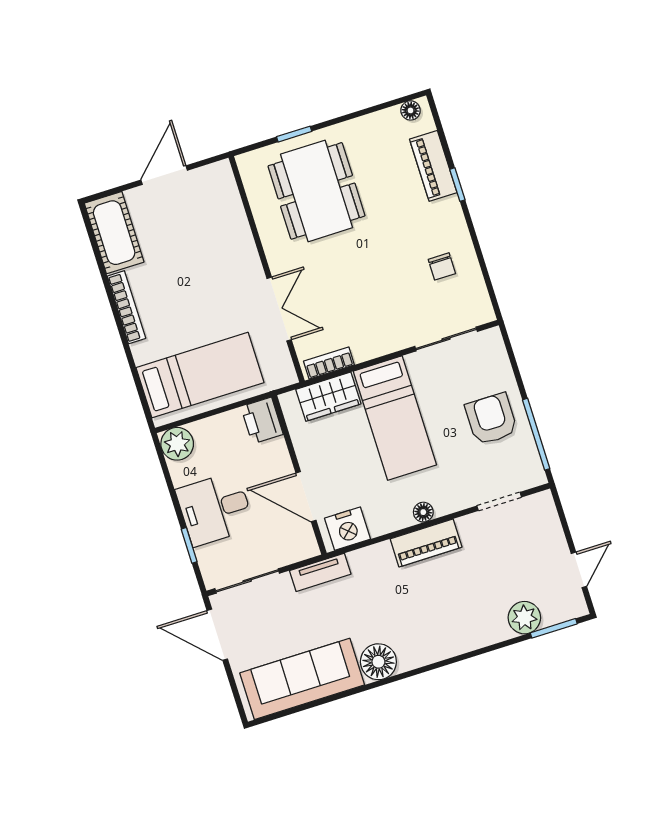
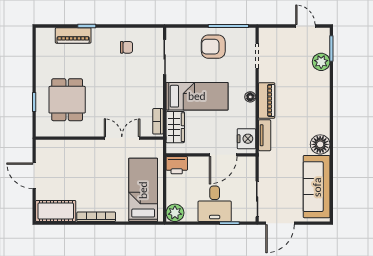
floor lamp: (411, 110) -> (41, 38), removed
dining table: (317, 191) -> (67, 100), width x0.73
tv unit: (320, 572) -> (265, 135), moved

